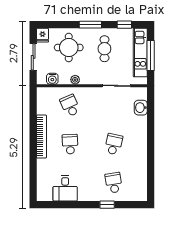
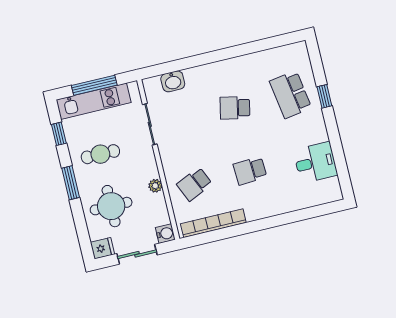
water cooler: (52, 79) -> (165, 234), moved
bookcase: (41, 137) -> (213, 223), moved
school desk: (114, 183) -> (291, 95), width x1.85

